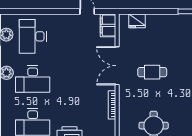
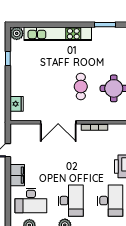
filing cabinet: (108, 25) -> (17, 175), moved, turned -90
cafe table: (152, 72) -> (81, 87), moved

